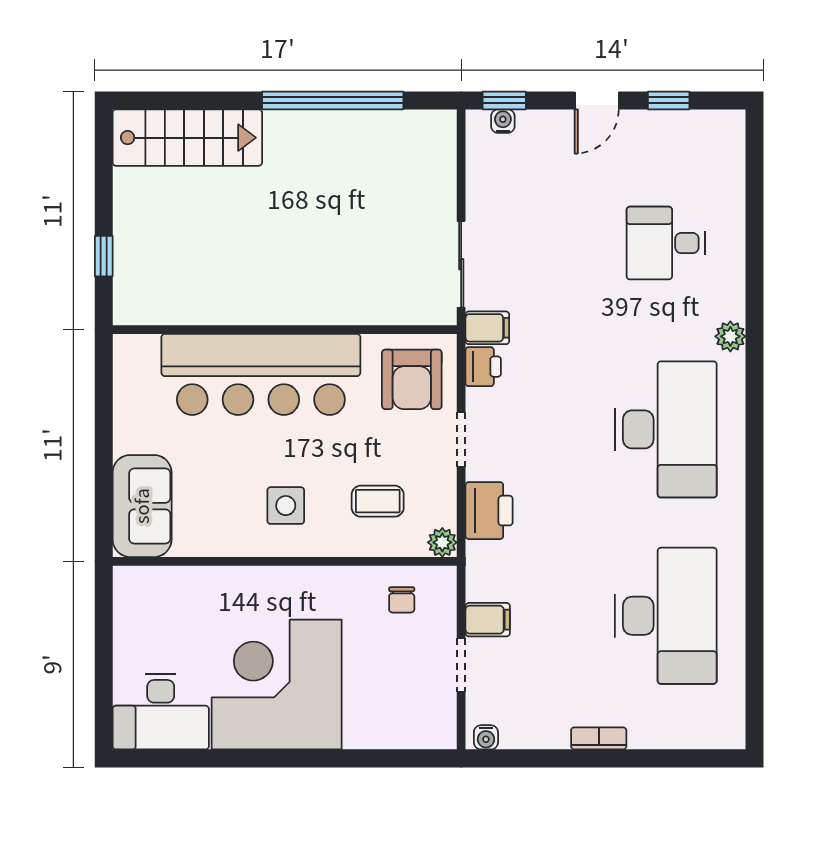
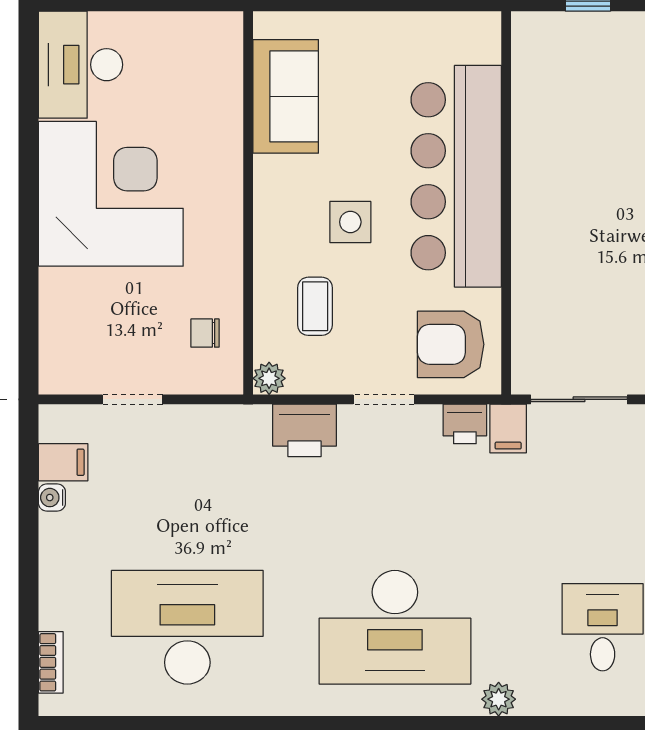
sofa: (142, 506) -> (286, 96), moved, turned -90
side table: (286, 506) -> (350, 222), moved
desk: (666, 616) -> (187, 627), turned 180
filing cabinet: (488, 620) -> (63, 462), moved, turned -90
water cooler: (486, 737) -> (52, 498), moved
bookcase: (599, 738) -> (51, 662), moved

